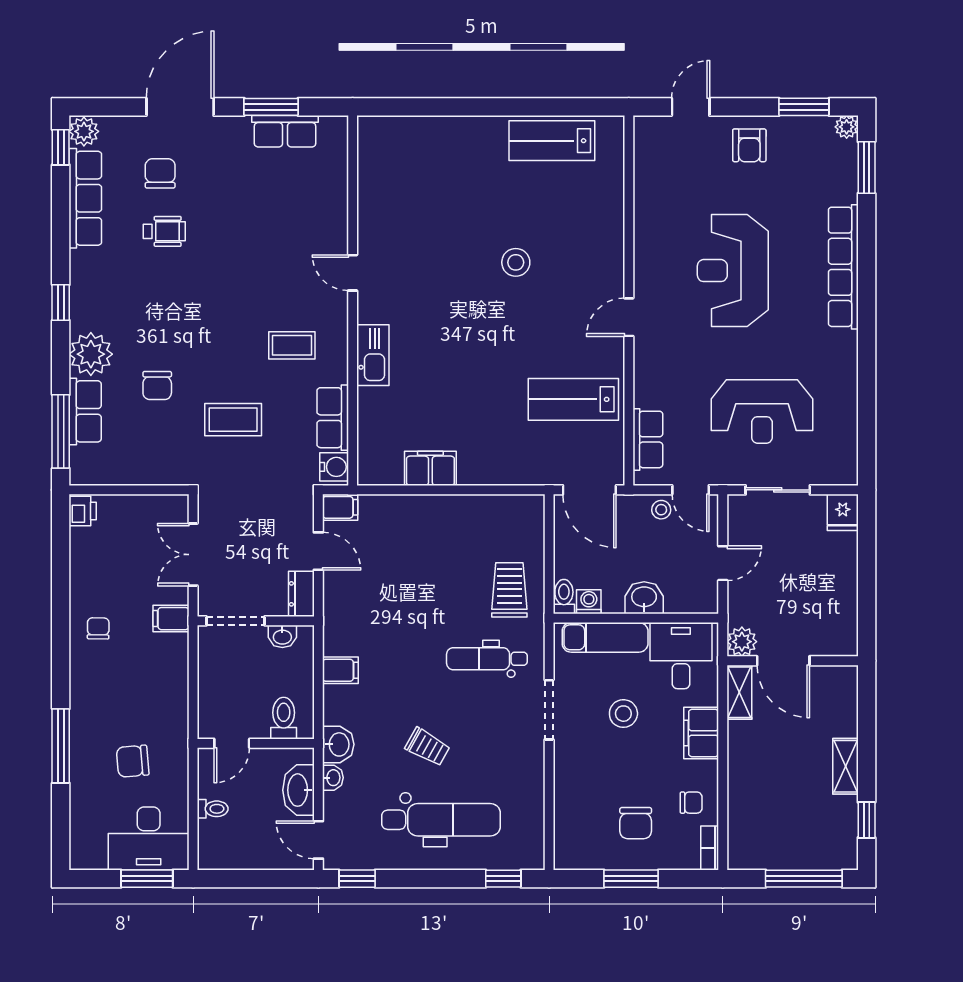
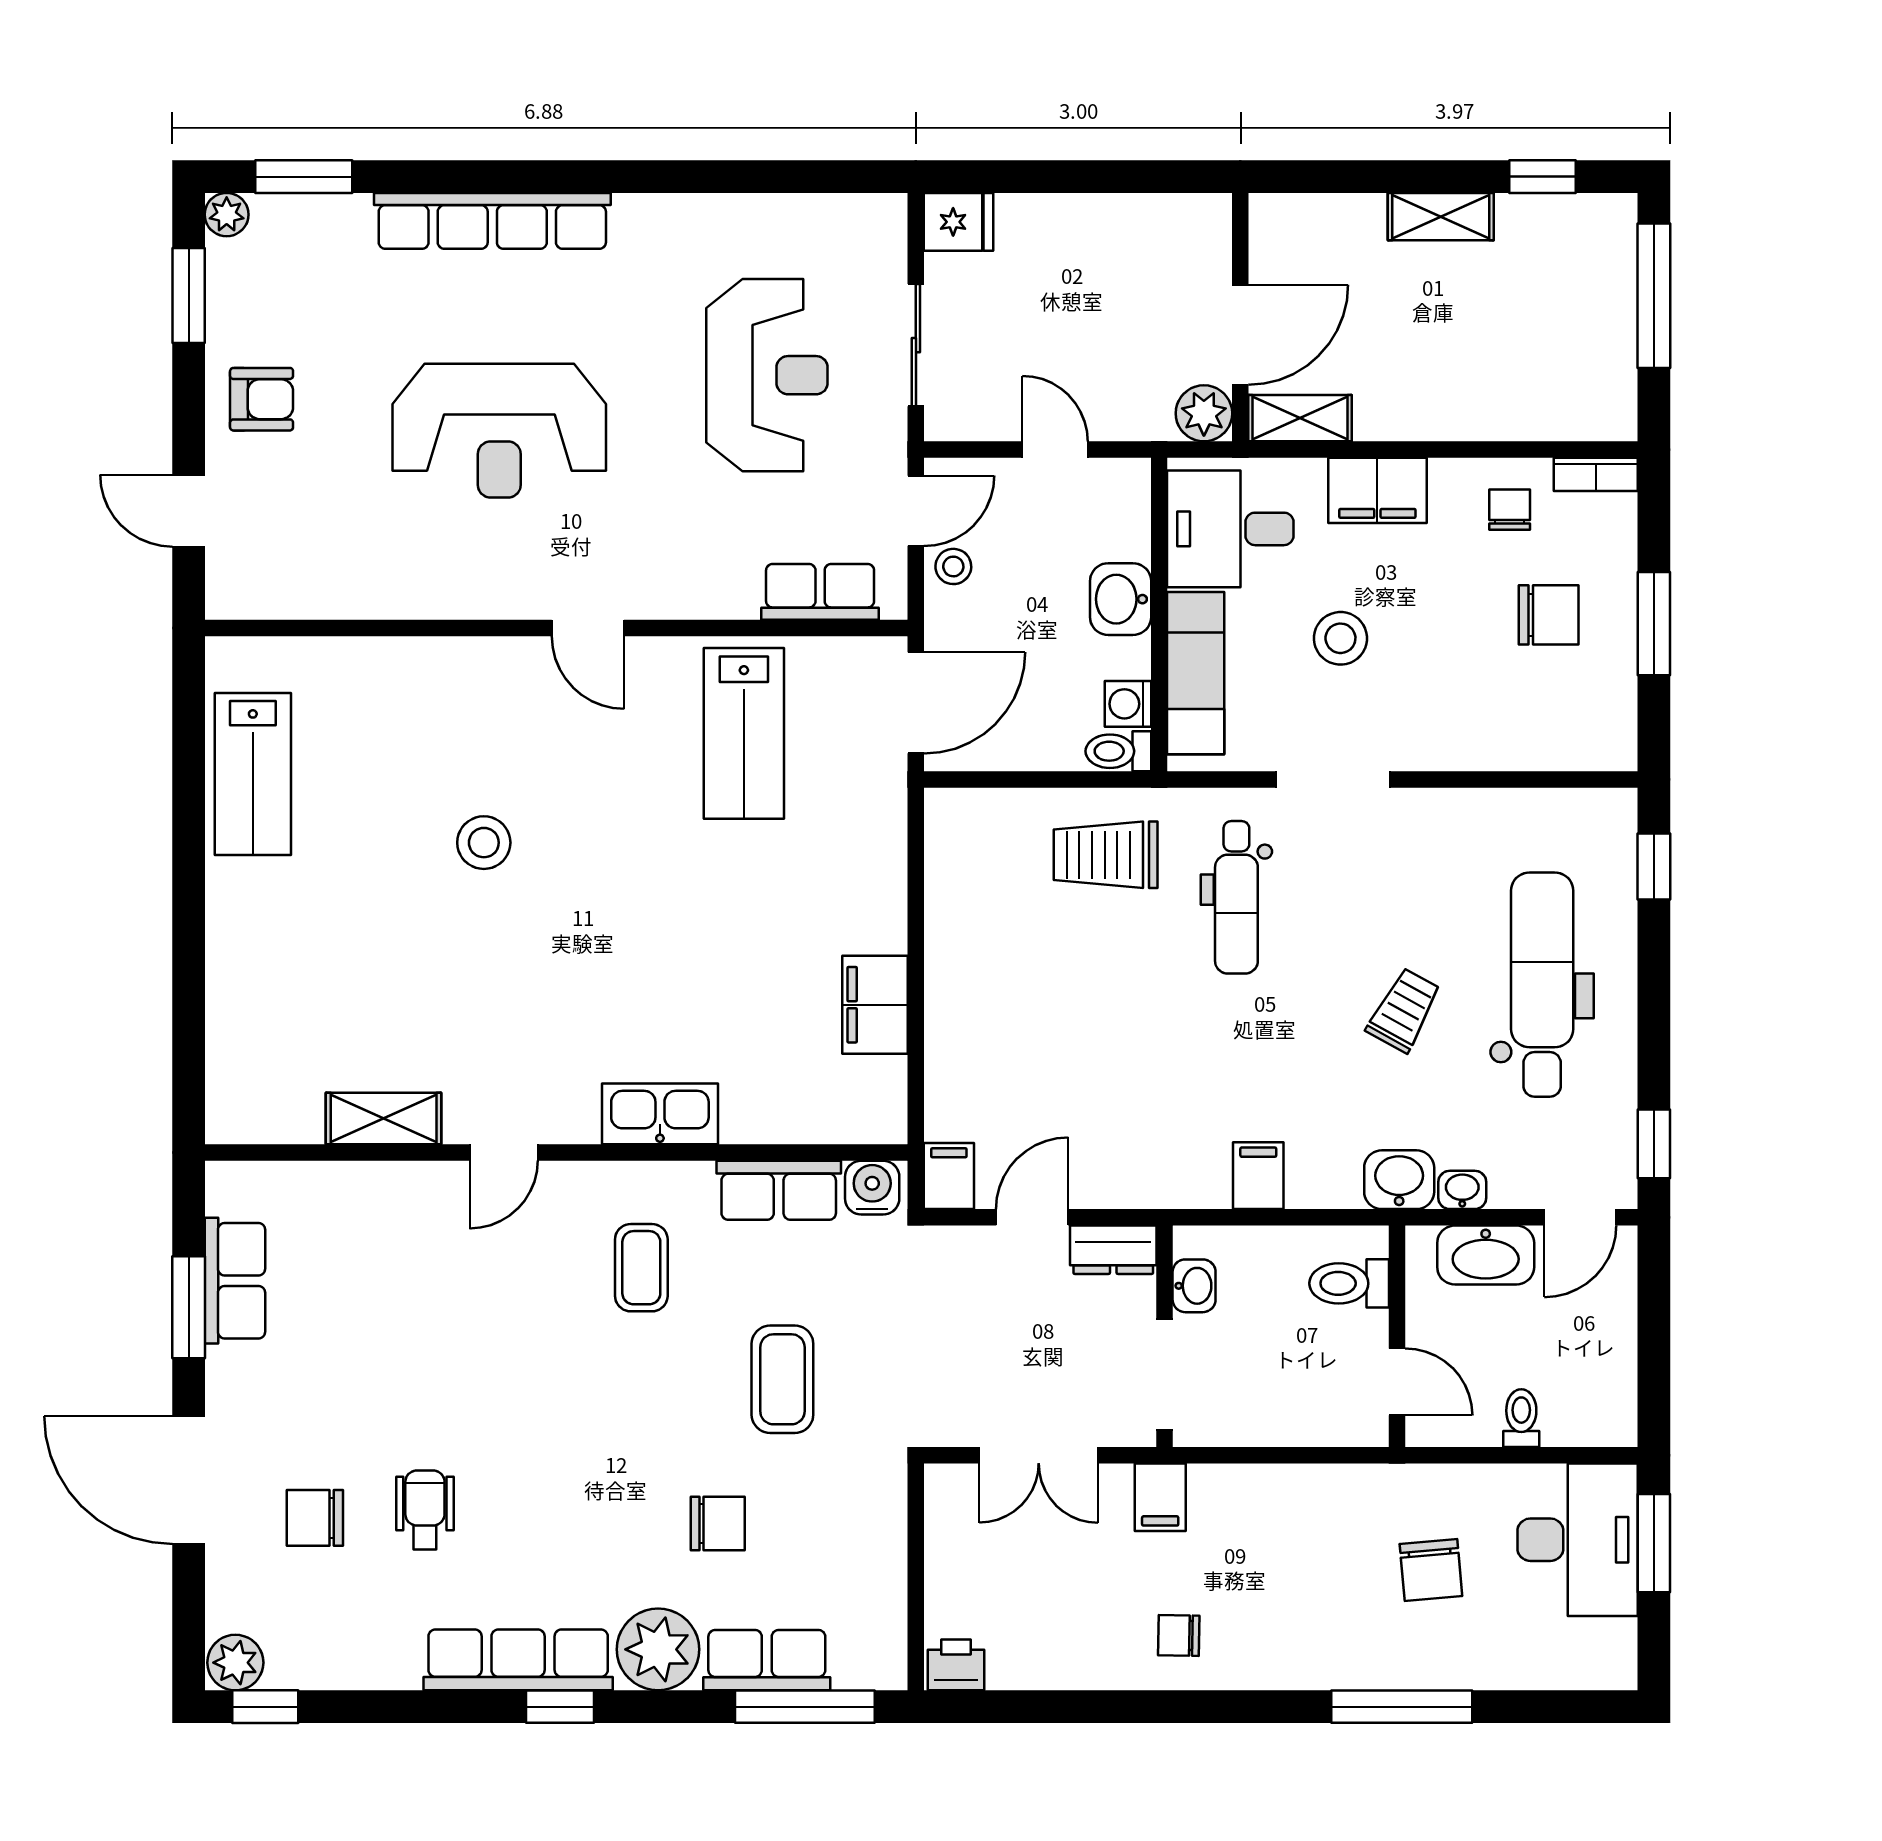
row of seats: (85, 198) -> (518, 1660), moved
shelving: (370, 210) -> (384, 1118), added

